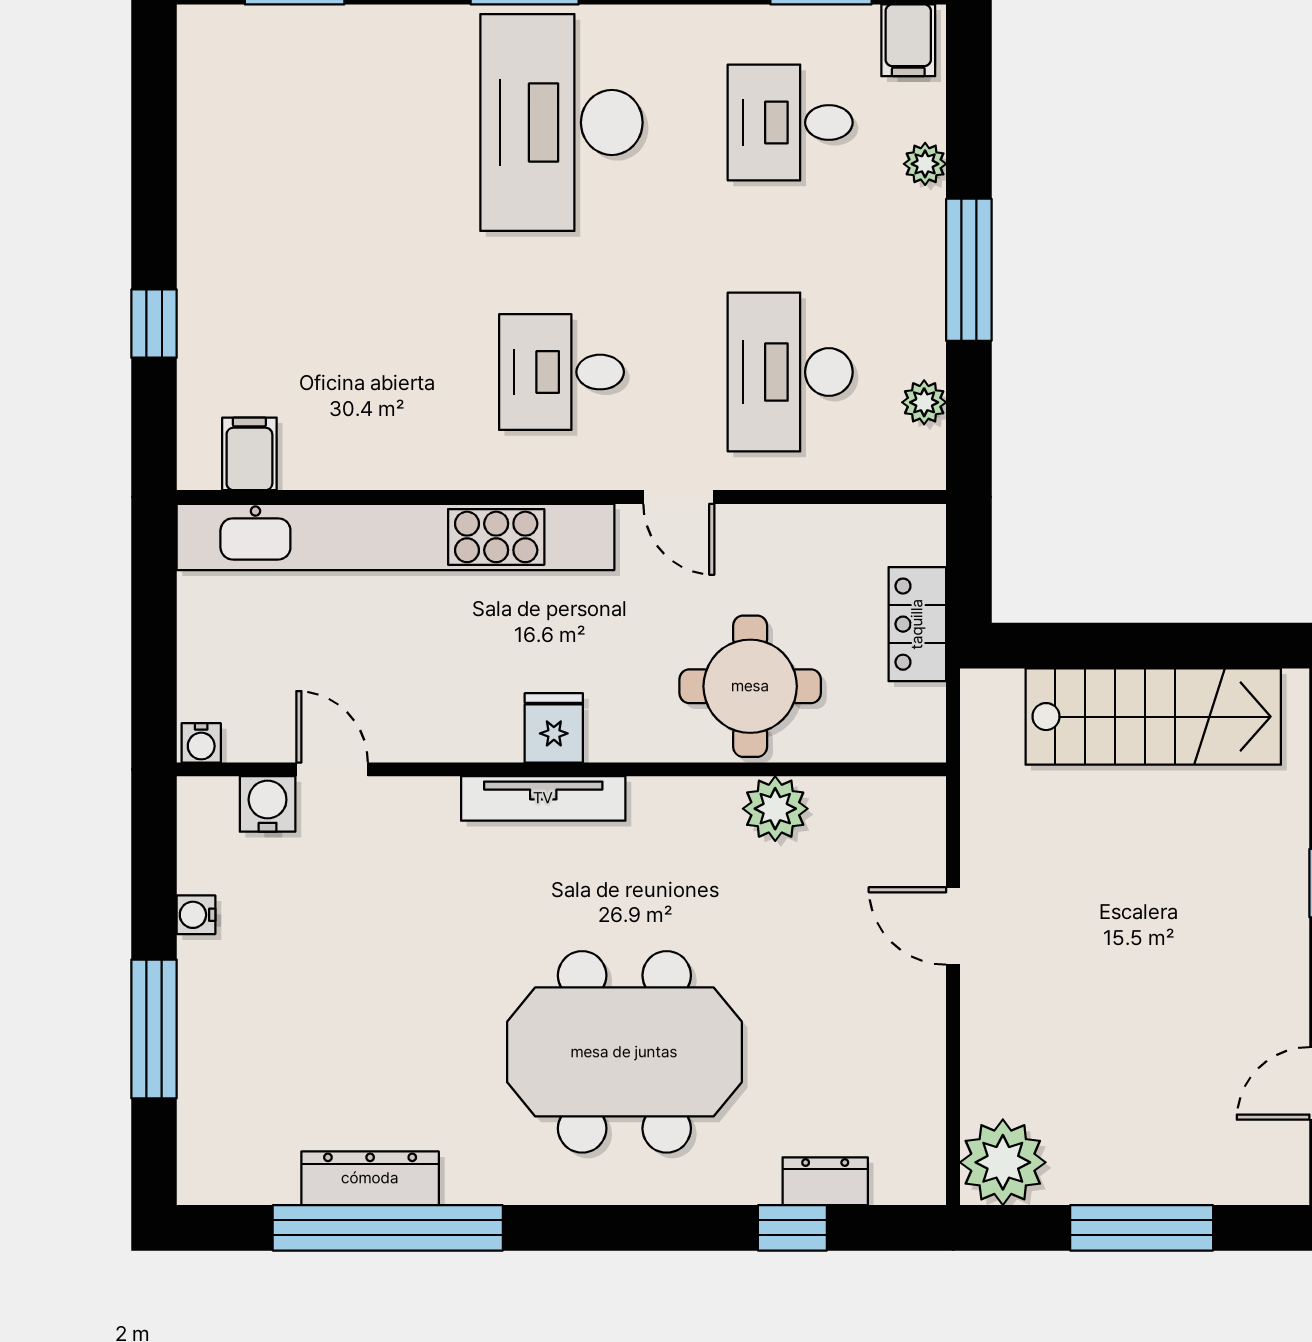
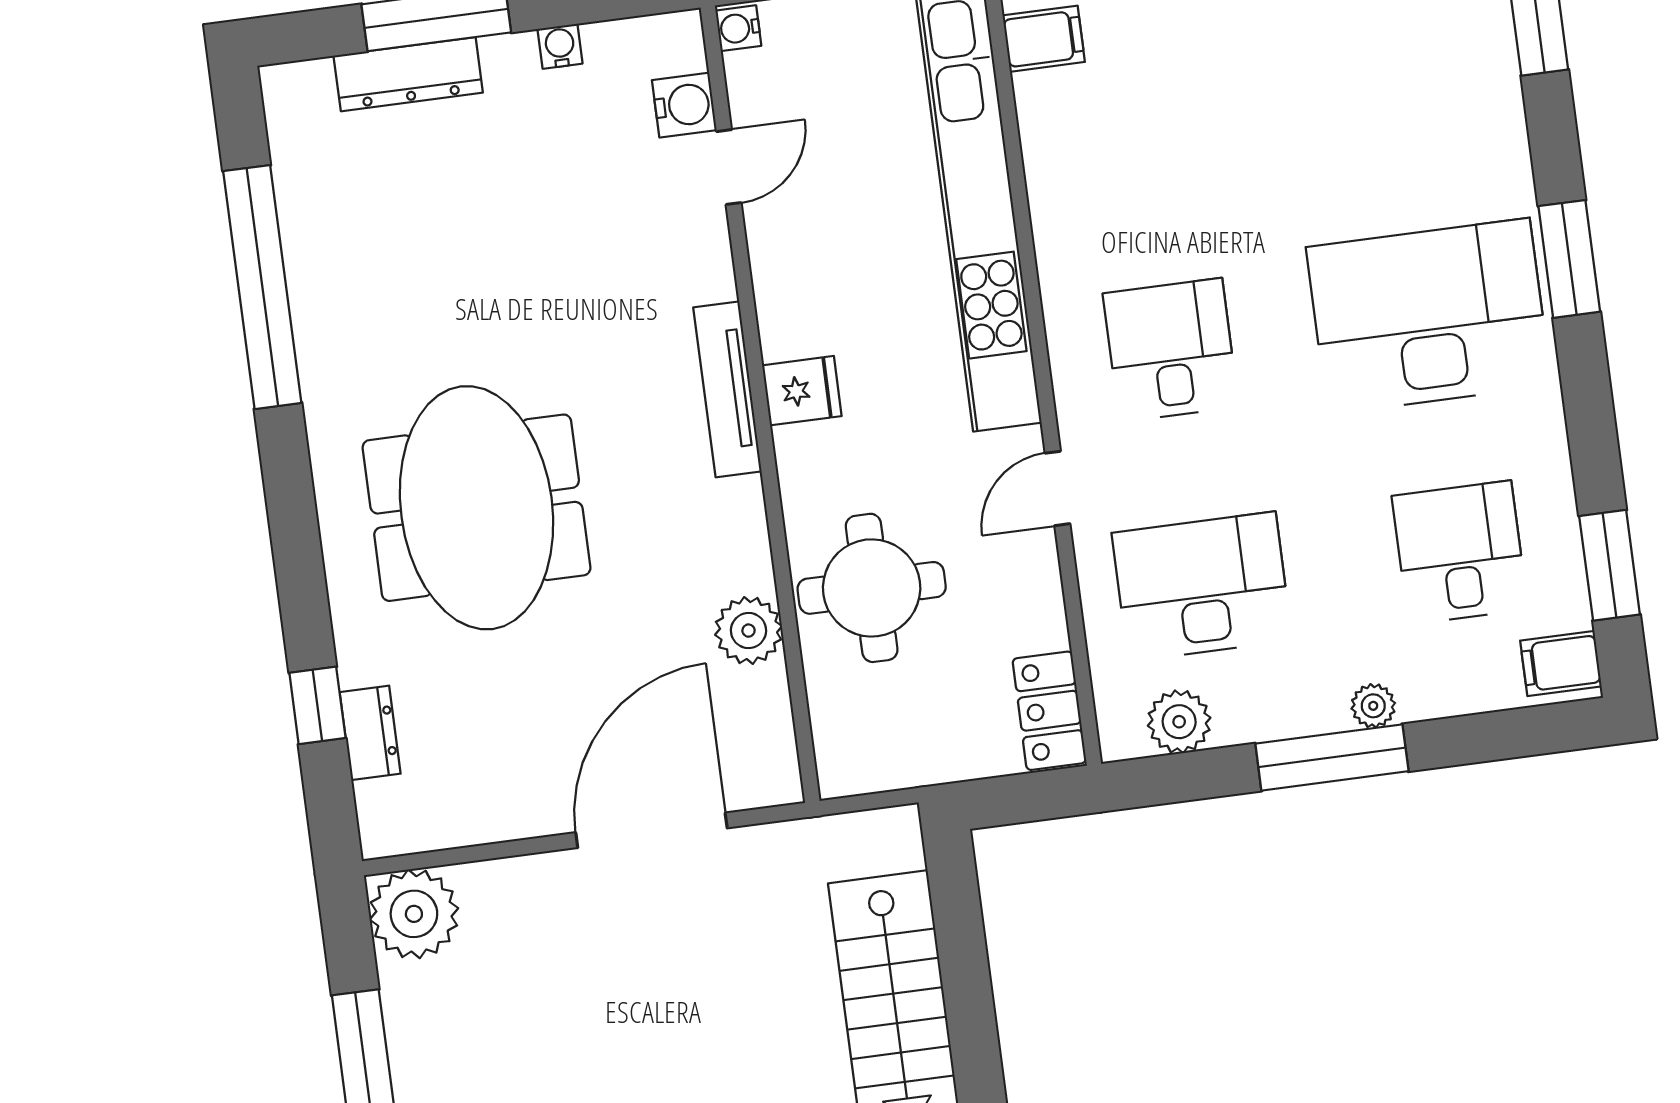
plant: (925, 164) -> (1373, 706), moved
plant: (924, 402) -> (1179, 722), width x1.38, depth x1.38
locker: (917, 624) -> (1049, 711), moved, turned -90
door: (953, 926) -> (651, 830), width x1.87
dresser: (370, 1178) -> (408, 74), moved, turned 90

